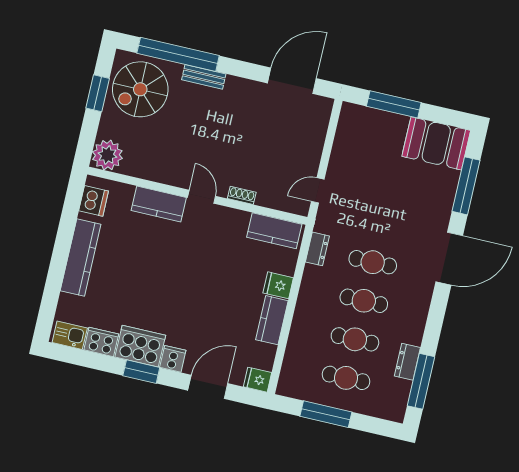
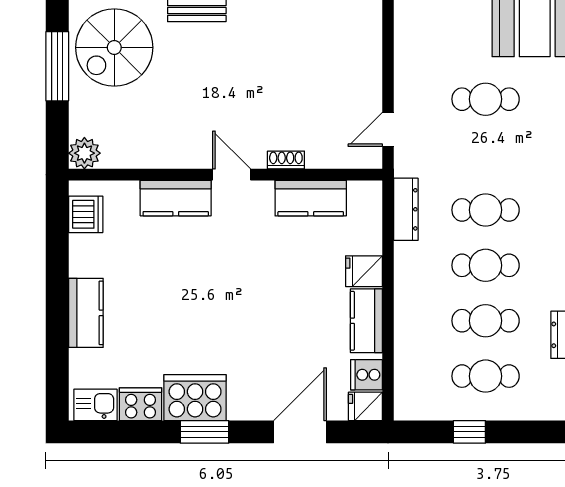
window: (98, 93) -> (57, 66), width x1.44
plant: (107, 155) -> (84, 153), width x0.73, depth x0.73
cafe table: (391, 185) -> (486, 99), added
kitchen counter: (274, 231) -> (311, 198), moved
dresser: (317, 249) -> (406, 209), width x1.44
kitchen counter: (81, 258) -> (86, 313), width x0.67
cooker: (173, 359) -> (366, 375), moved, turned -90
window: (326, 414) -> (469, 432), width x0.46

